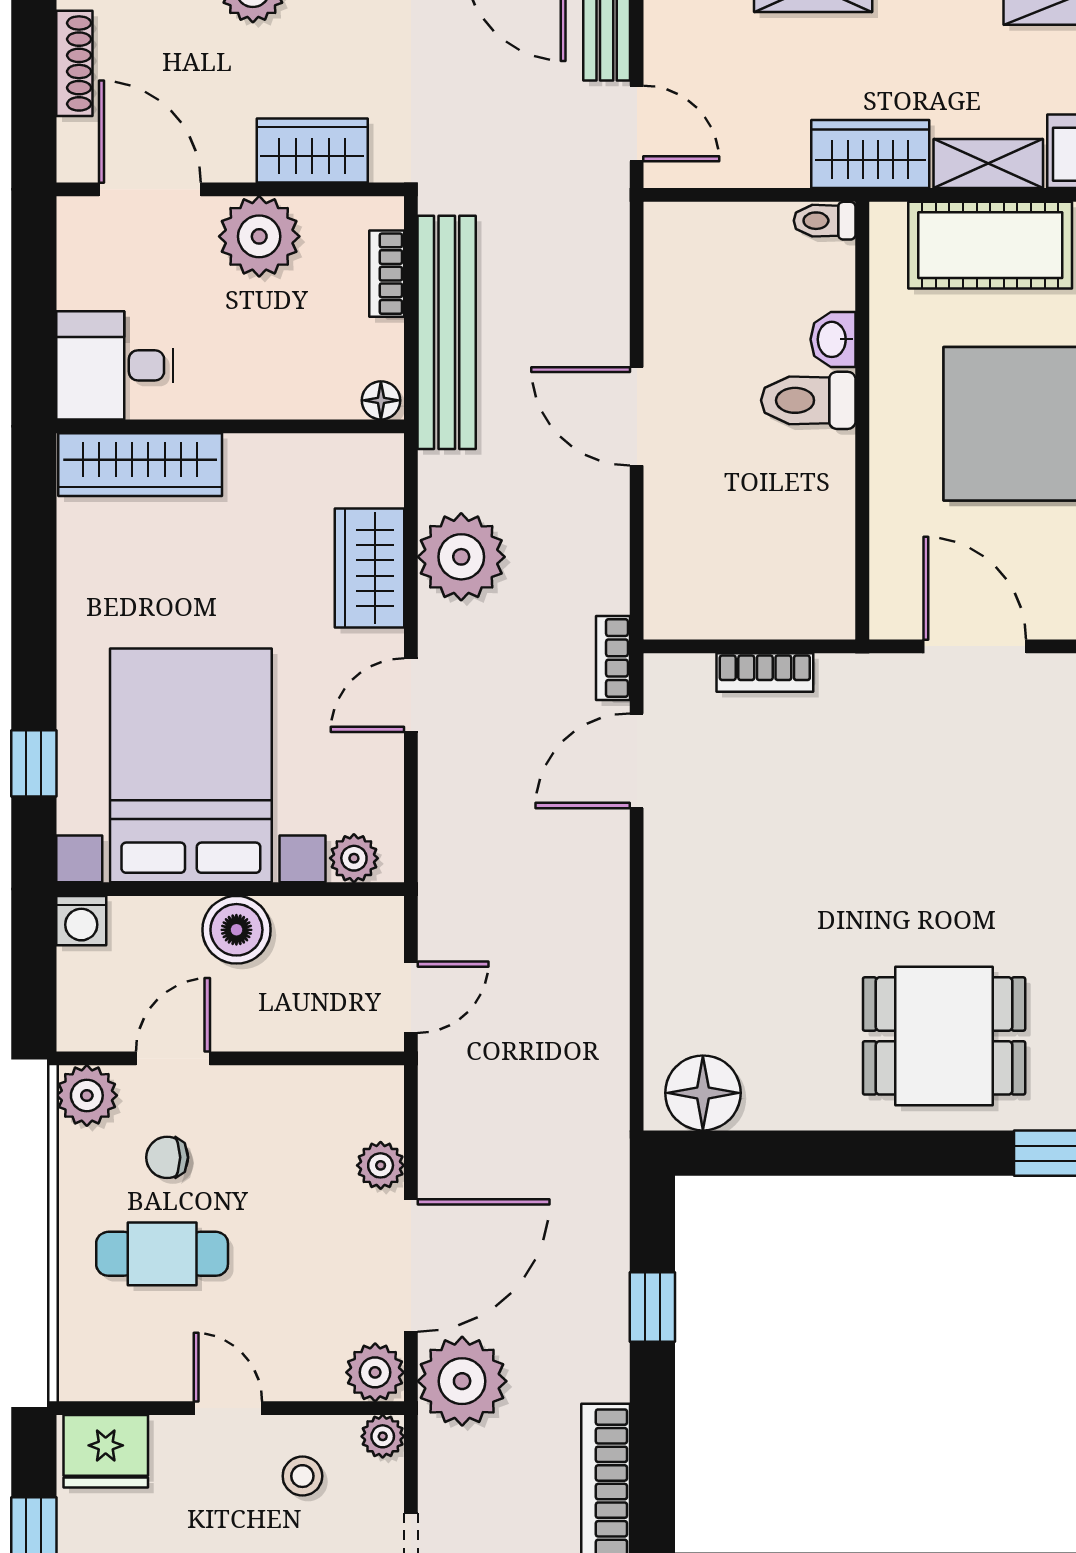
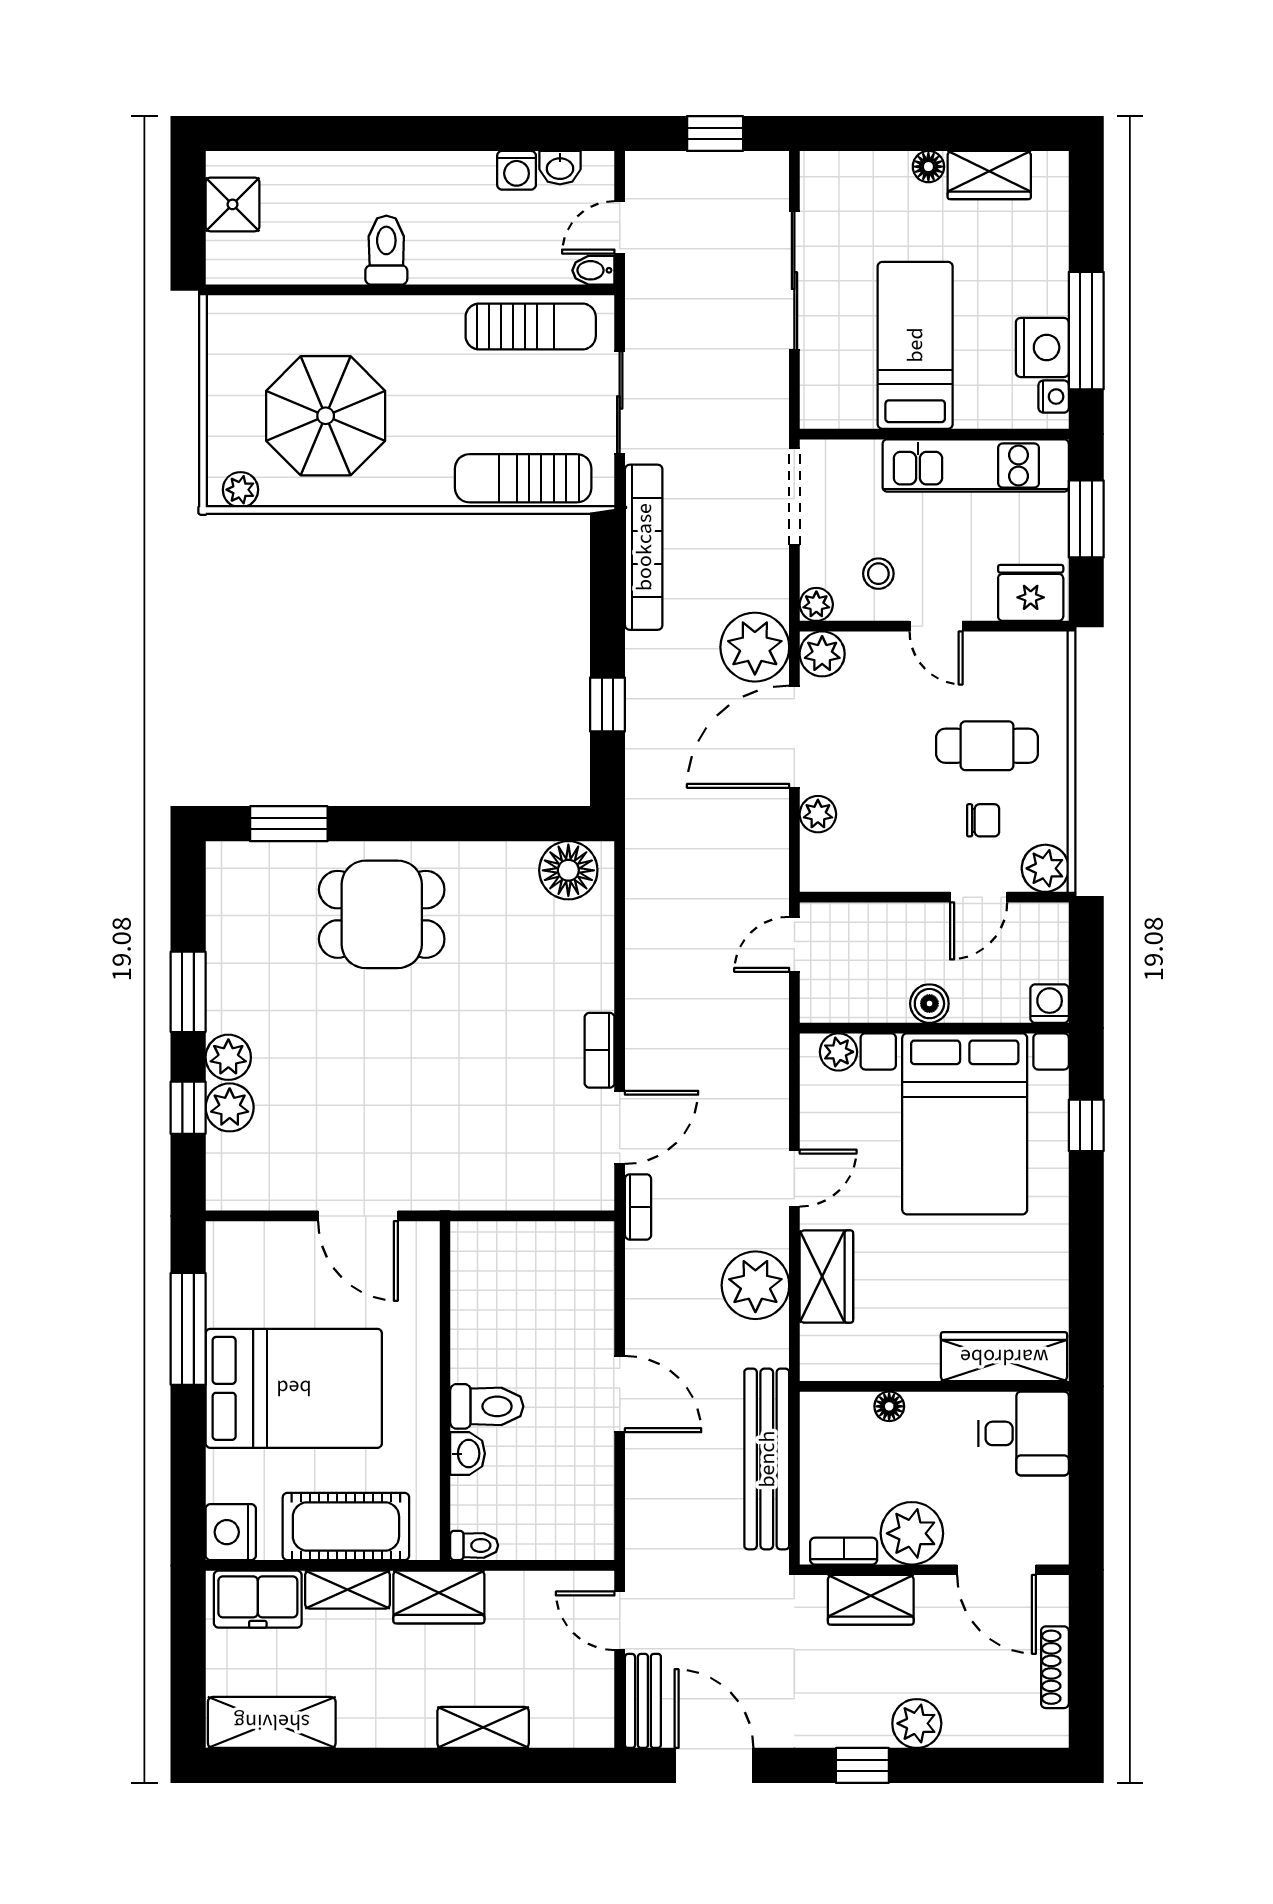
bookcase: (387, 274) -> (844, 1551), moved, turned -90
floor lamp: (381, 400) -> (889, 1406), moved
bookcase: (765, 672) -> (600, 1050), moved, turned -90
boiler: (236, 930) -> (929, 1004), width x0.73, depth x0.73

